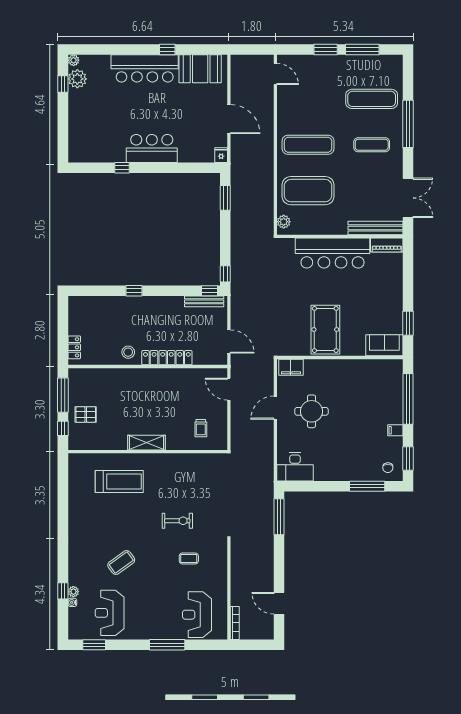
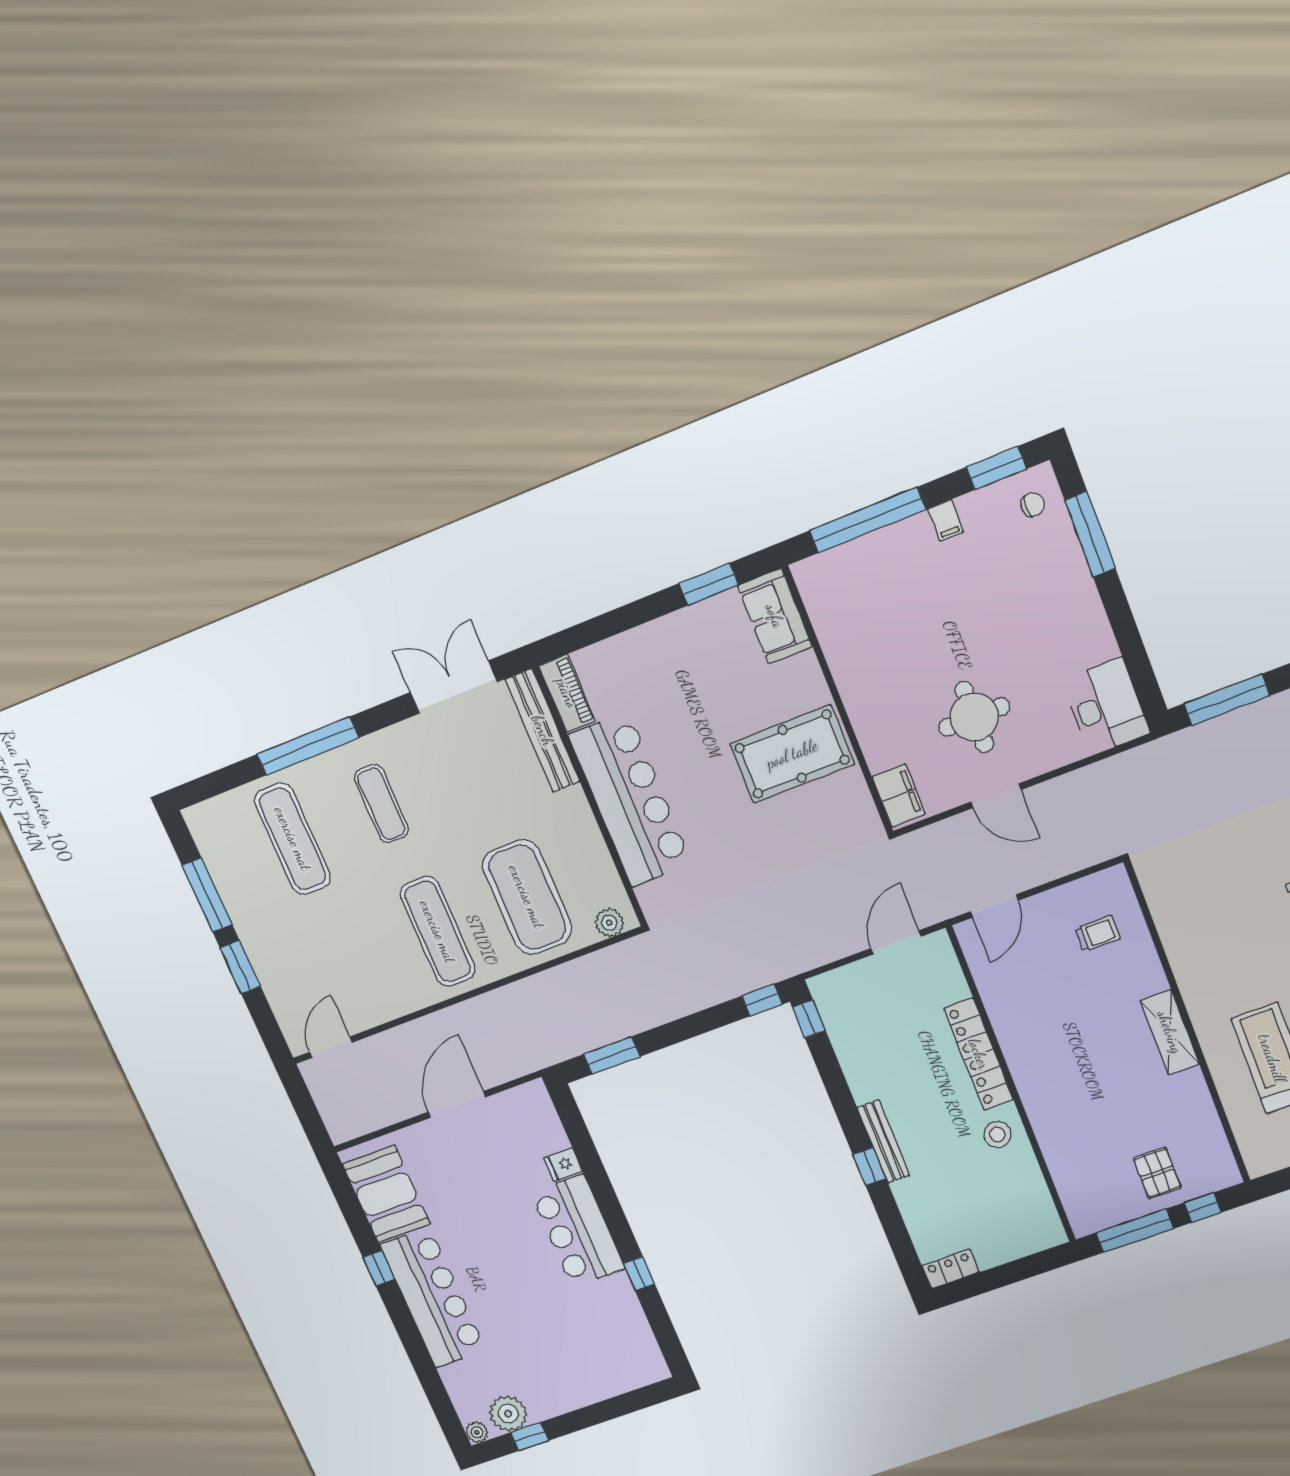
fridge: (221, 155) -> (563, 1164), moved
bench: (204, 301) -> (883, 1141), moved
locker: (74, 347) -> (951, 1269), moved

